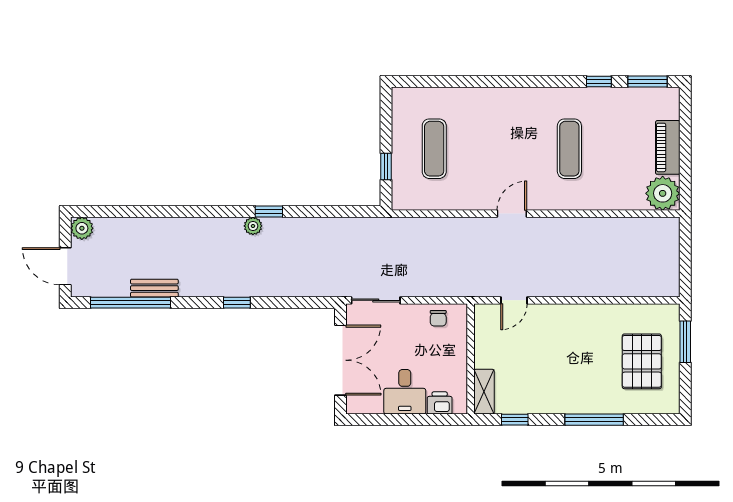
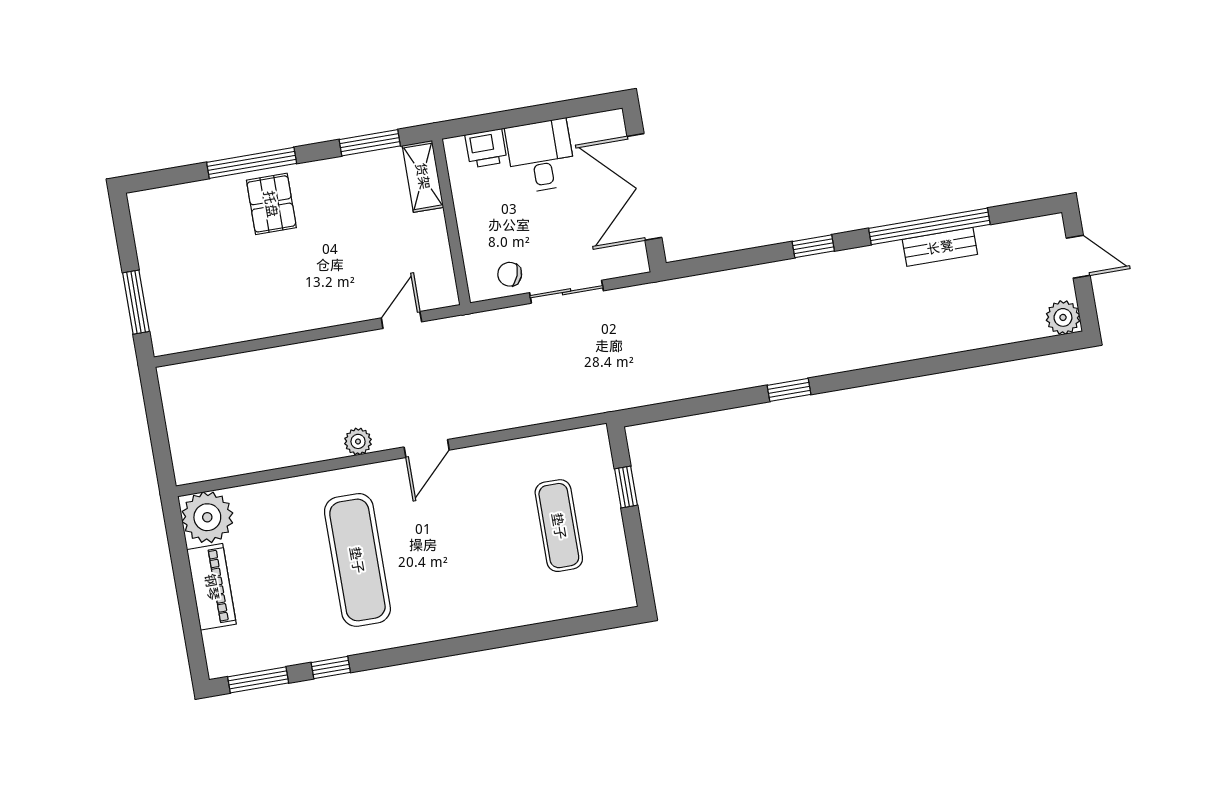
exercise mat: (569, 149) -> (357, 560), width x1.36, depth x1.45
plant: (253, 226) -> (358, 441), moved
door: (65, 266) -> (1078, 257), width x0.73
sliding door: (376, 300) -> (566, 292), moved
window: (131, 303) -> (929, 226), moved
chair: (438, 318) -> (510, 274), turned -70
pallet: (642, 361) -> (271, 204), moved, width x0.67, depth x0.71
window: (515, 420) -> (370, 143), width x1.50

